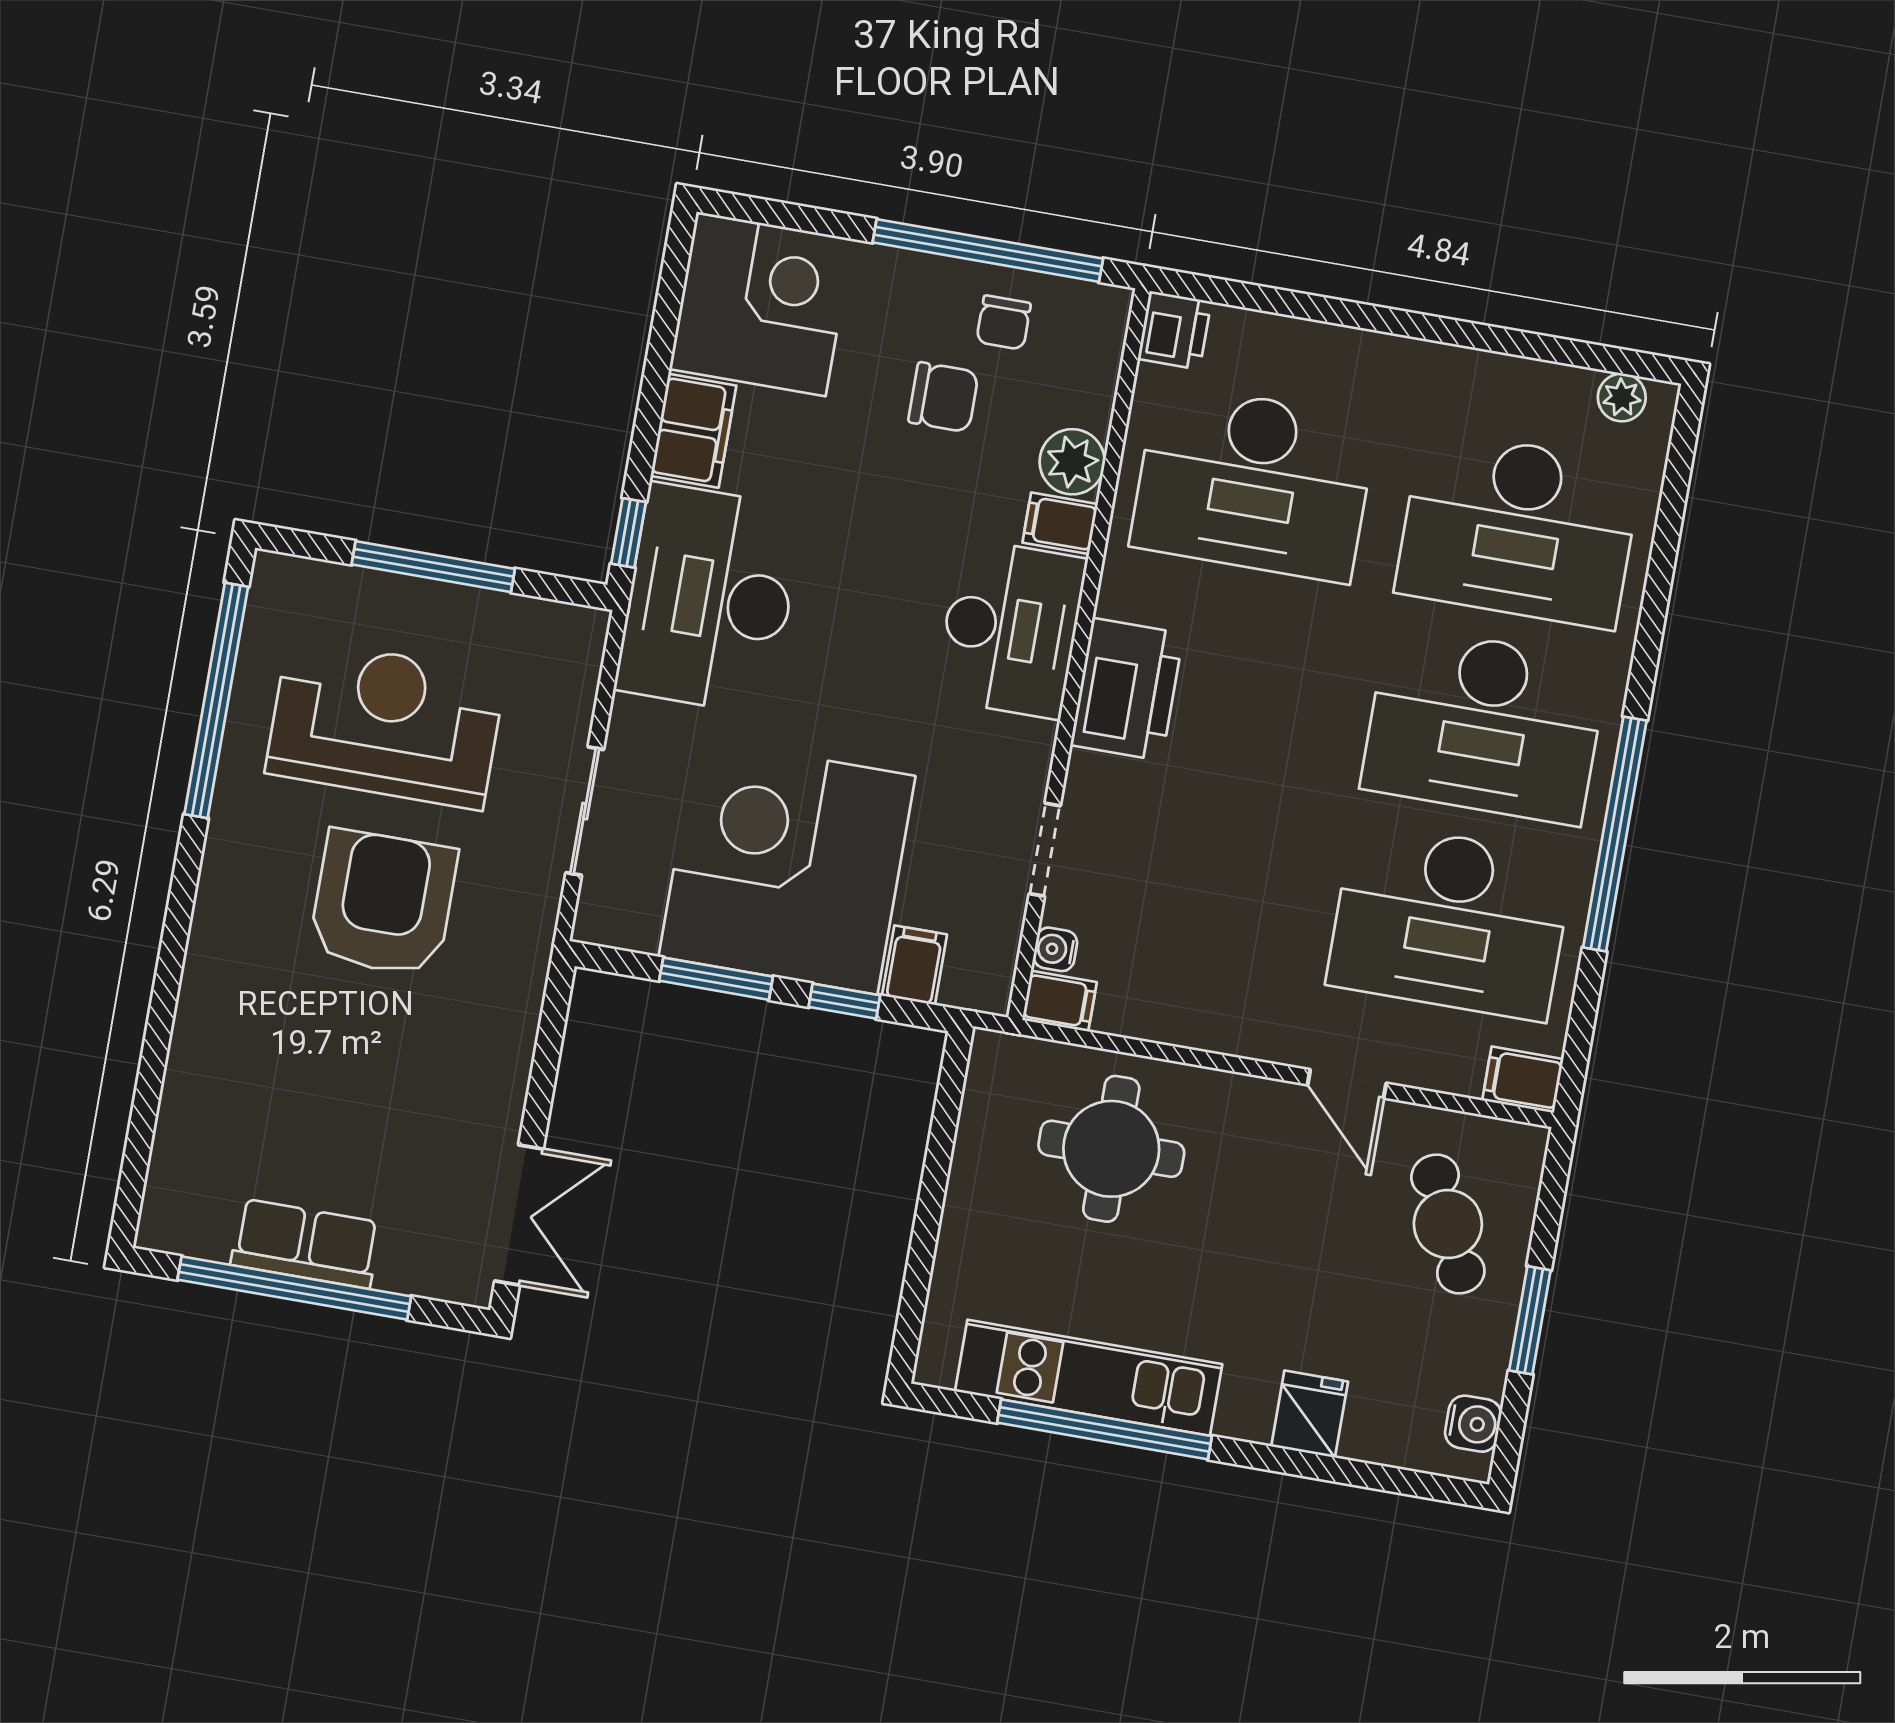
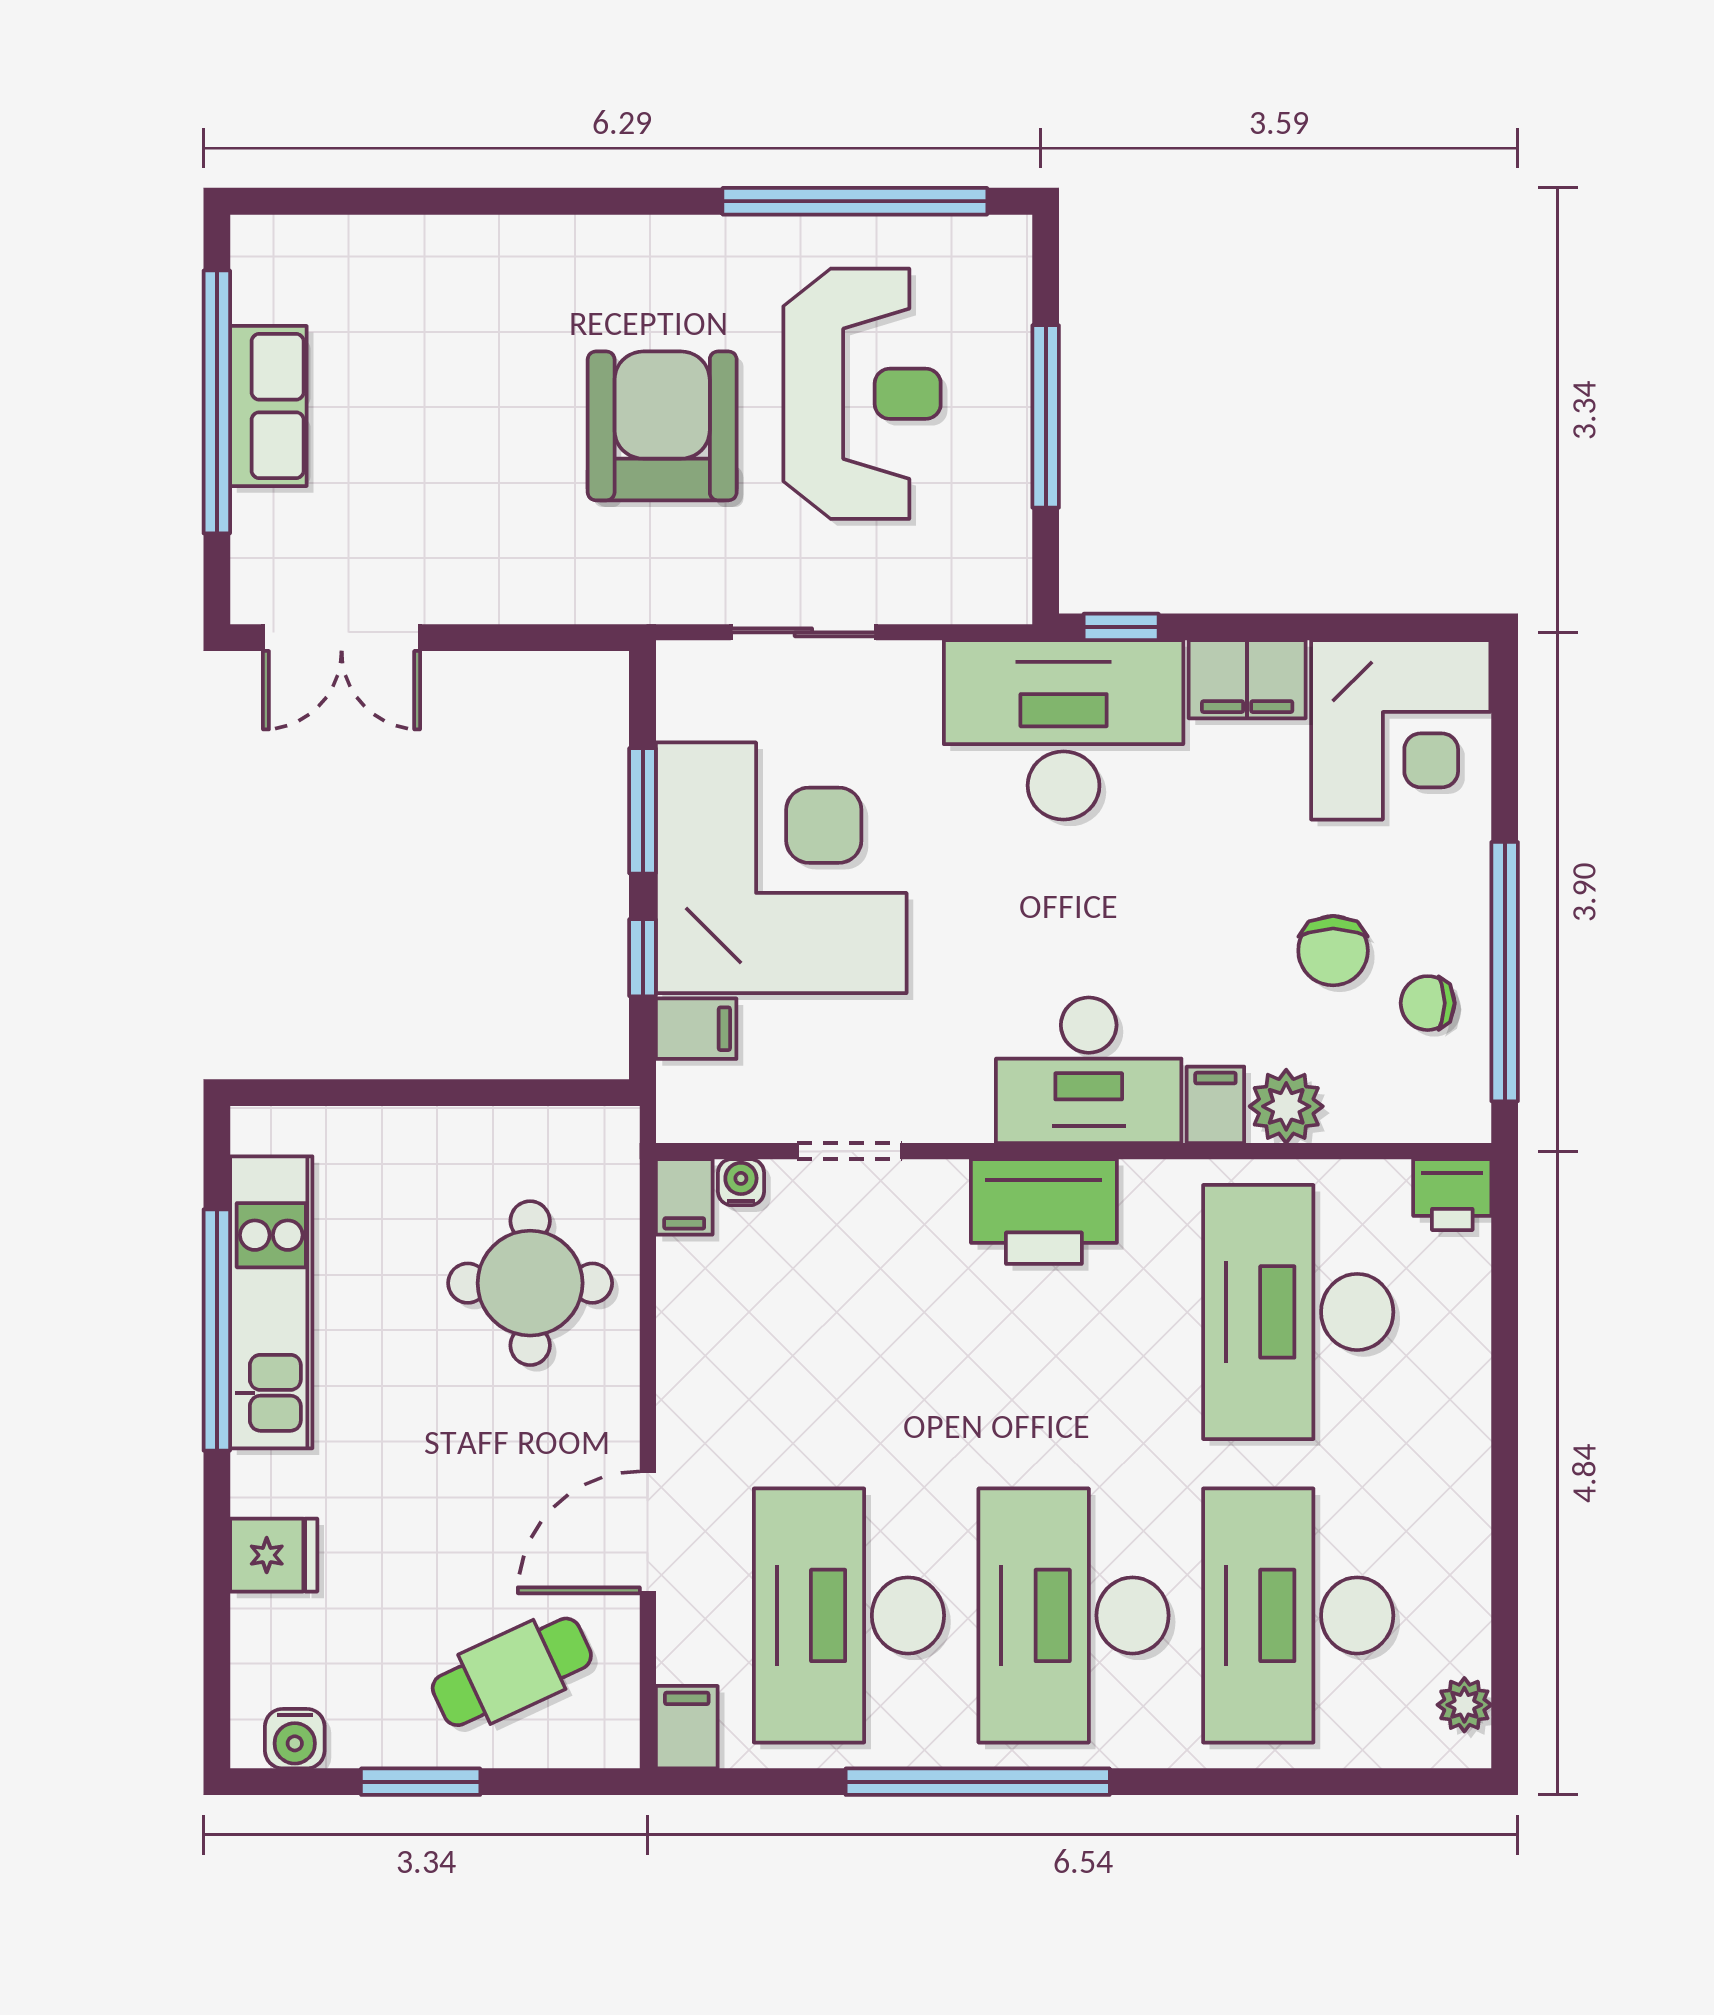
armchair: (383, 903) -> (662, 426), turned -90
door: (1347, 1084) -> (648, 1532), width x1.38

